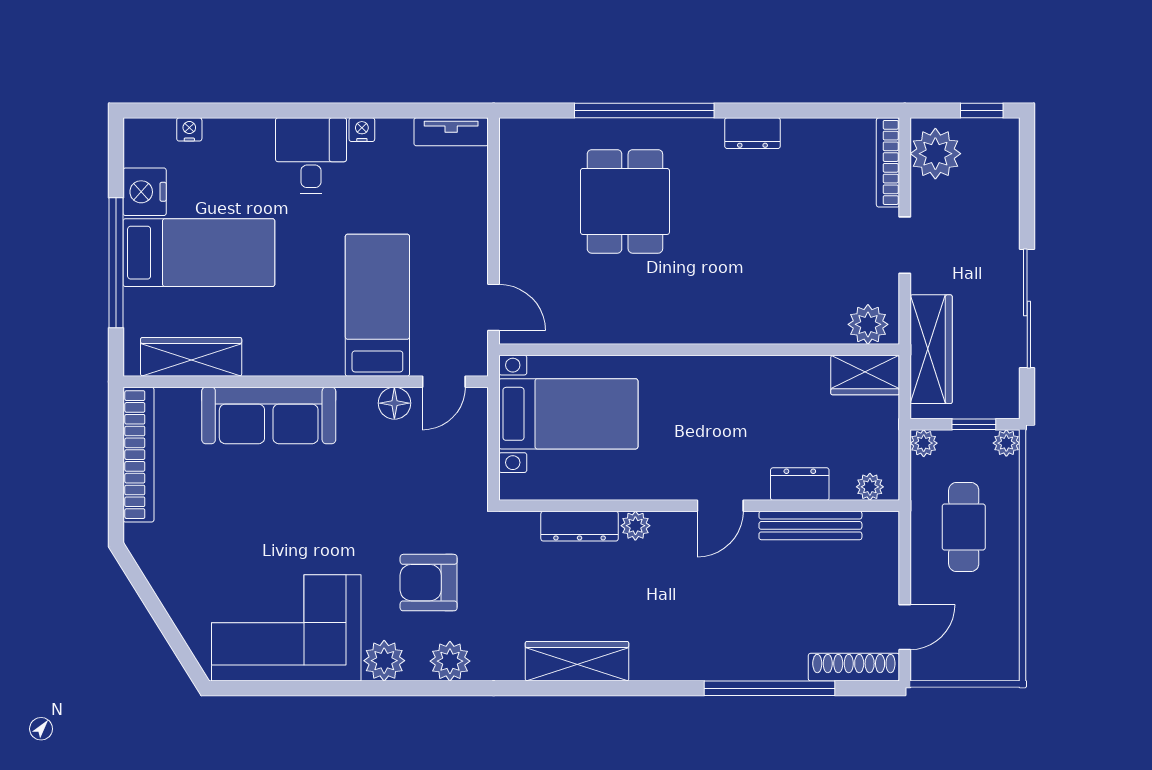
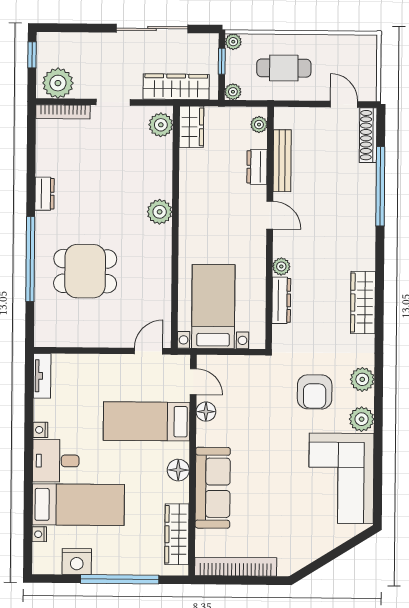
bed: (199, 253) -> (78, 505), moved, turned 90
plant: (724, 324) -> (160, 212), added
floor lamp: (297, 358) -> (178, 470), added

